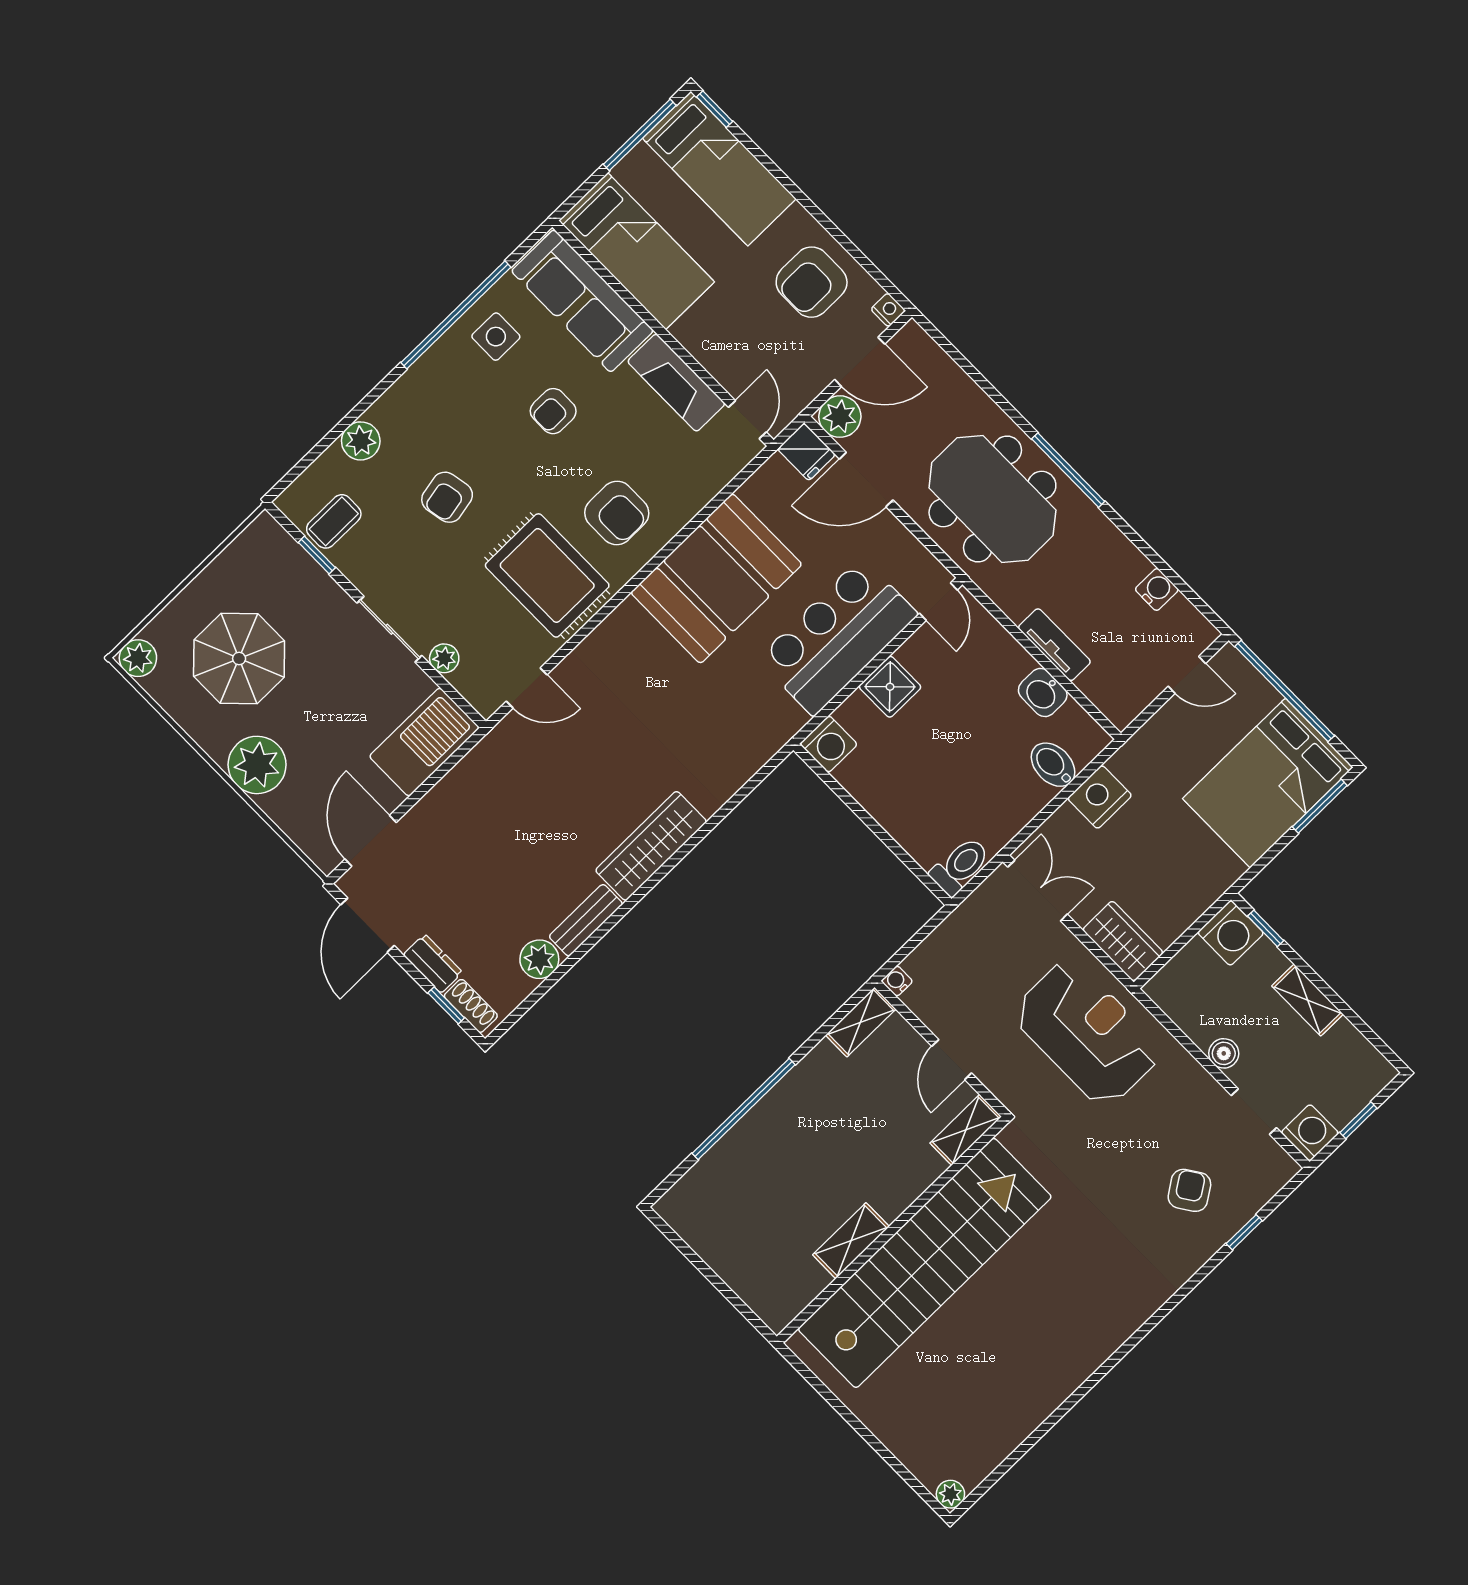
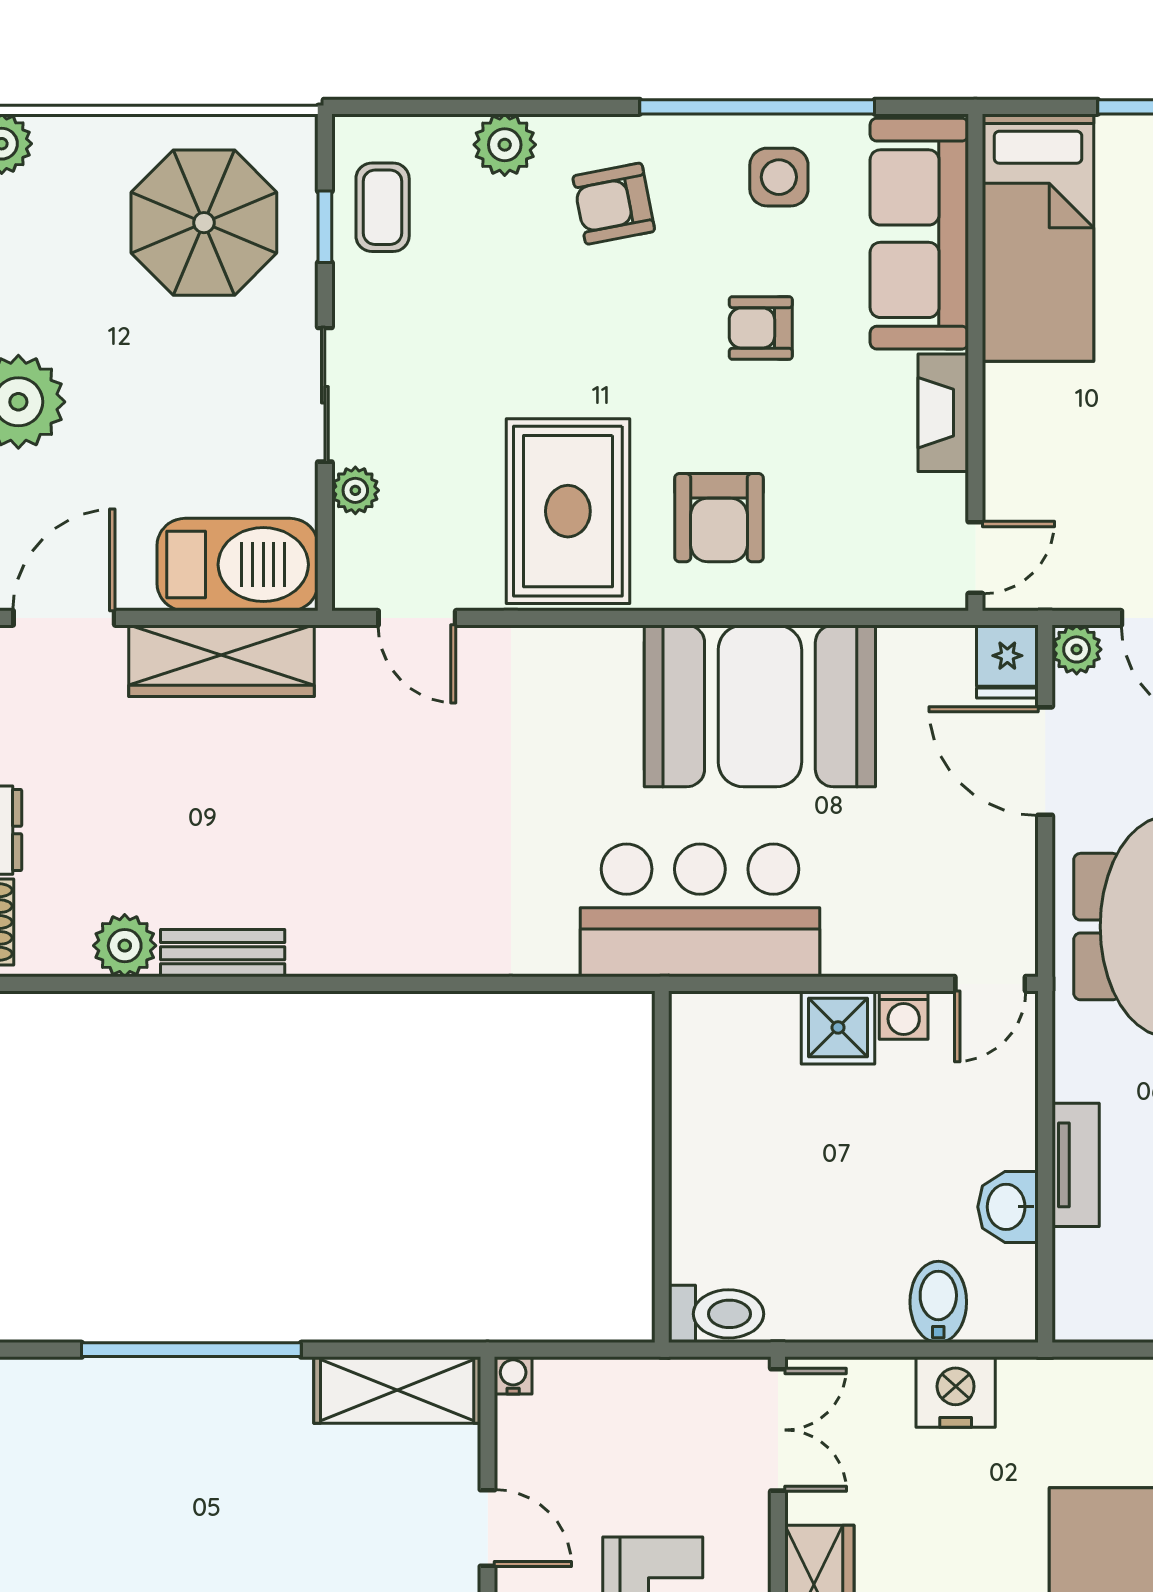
fireplace: (676, 383) -> (943, 413), width x0.73, depth x0.76
plant: (840, 417) -> (1077, 649), width x0.73, depth x0.73
armchair: (447, 497) -> (614, 204), moved
coffee table: (334, 521) -> (383, 207), turned 90
bar counter: (838, 637) -> (700, 910), moved
parasol: (239, 659) -> (204, 223), moved
washing machine: (829, 744) -> (904, 1015), moved, width x0.73, depth x0.73
wardrobe: (651, 846) -> (222, 661), moved, turned 180
shelving: (861, 1022) -> (397, 1390), width x1.50, depth x1.33
door: (952, 1060) -> (488, 1528), swing flipped

